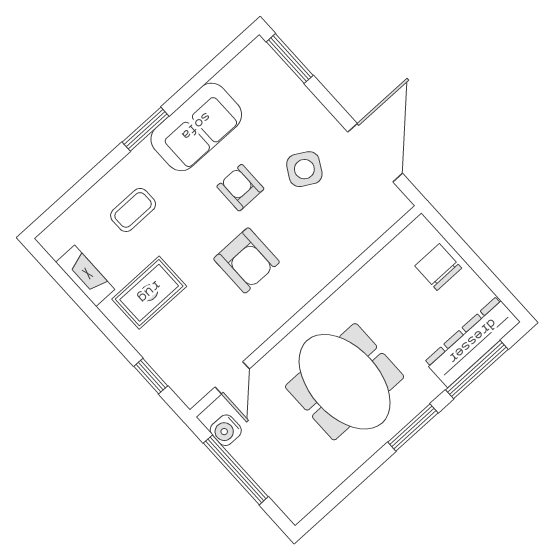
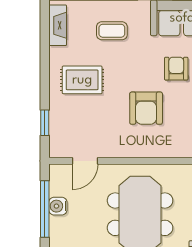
fireplace: (85, 276) -> (58, 25), moved
water cooler: (226, 430) -> (58, 206), moved

